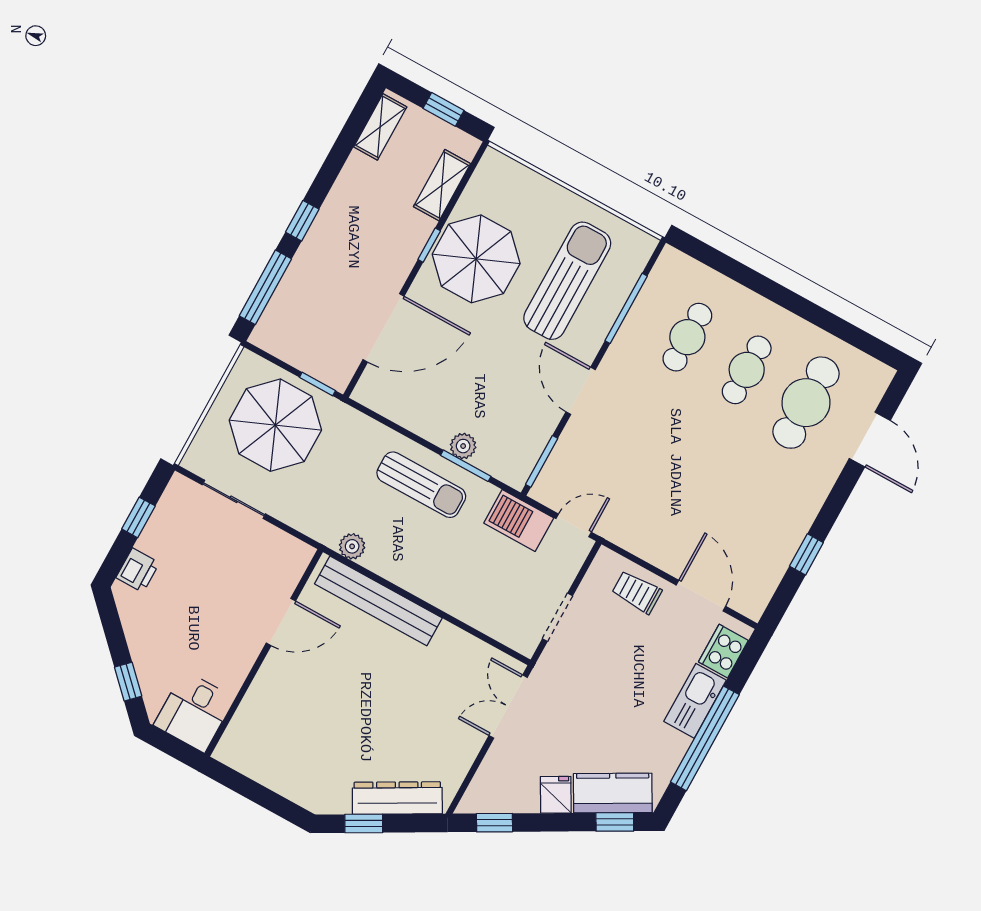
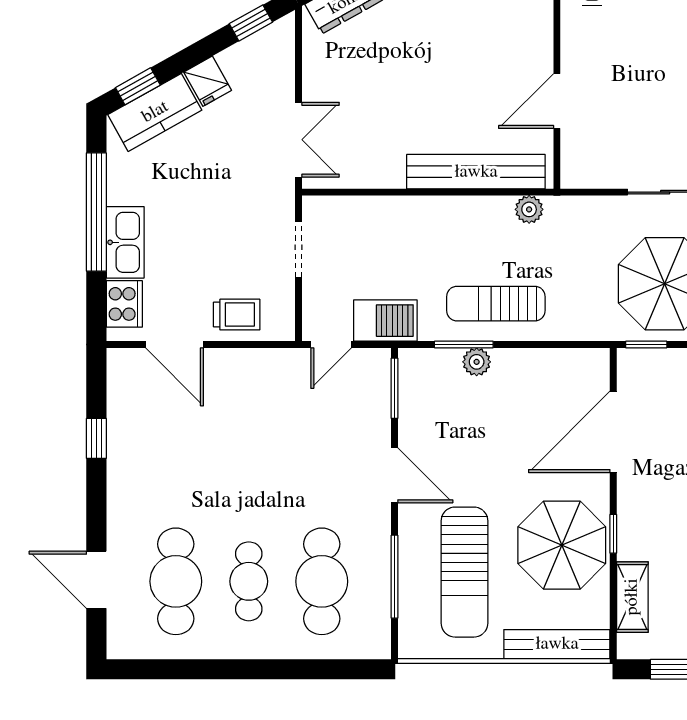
bench: (525, 180) -> (557, 644), added
cafe table: (687, 337) -> (322, 581), width x1.37, depth x1.35

